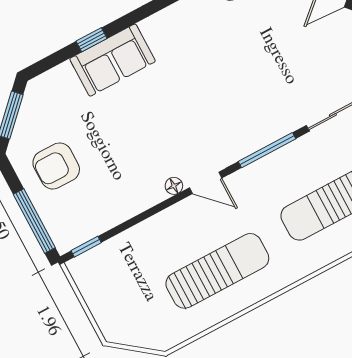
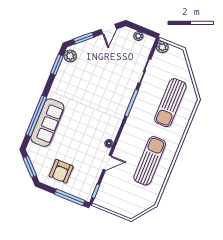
window: (92, 40) -> (36, 116), width x3.17
sofa: (113, 60) -> (47, 123), width x1.36
door: (206, 183) -> (107, 163), moved

